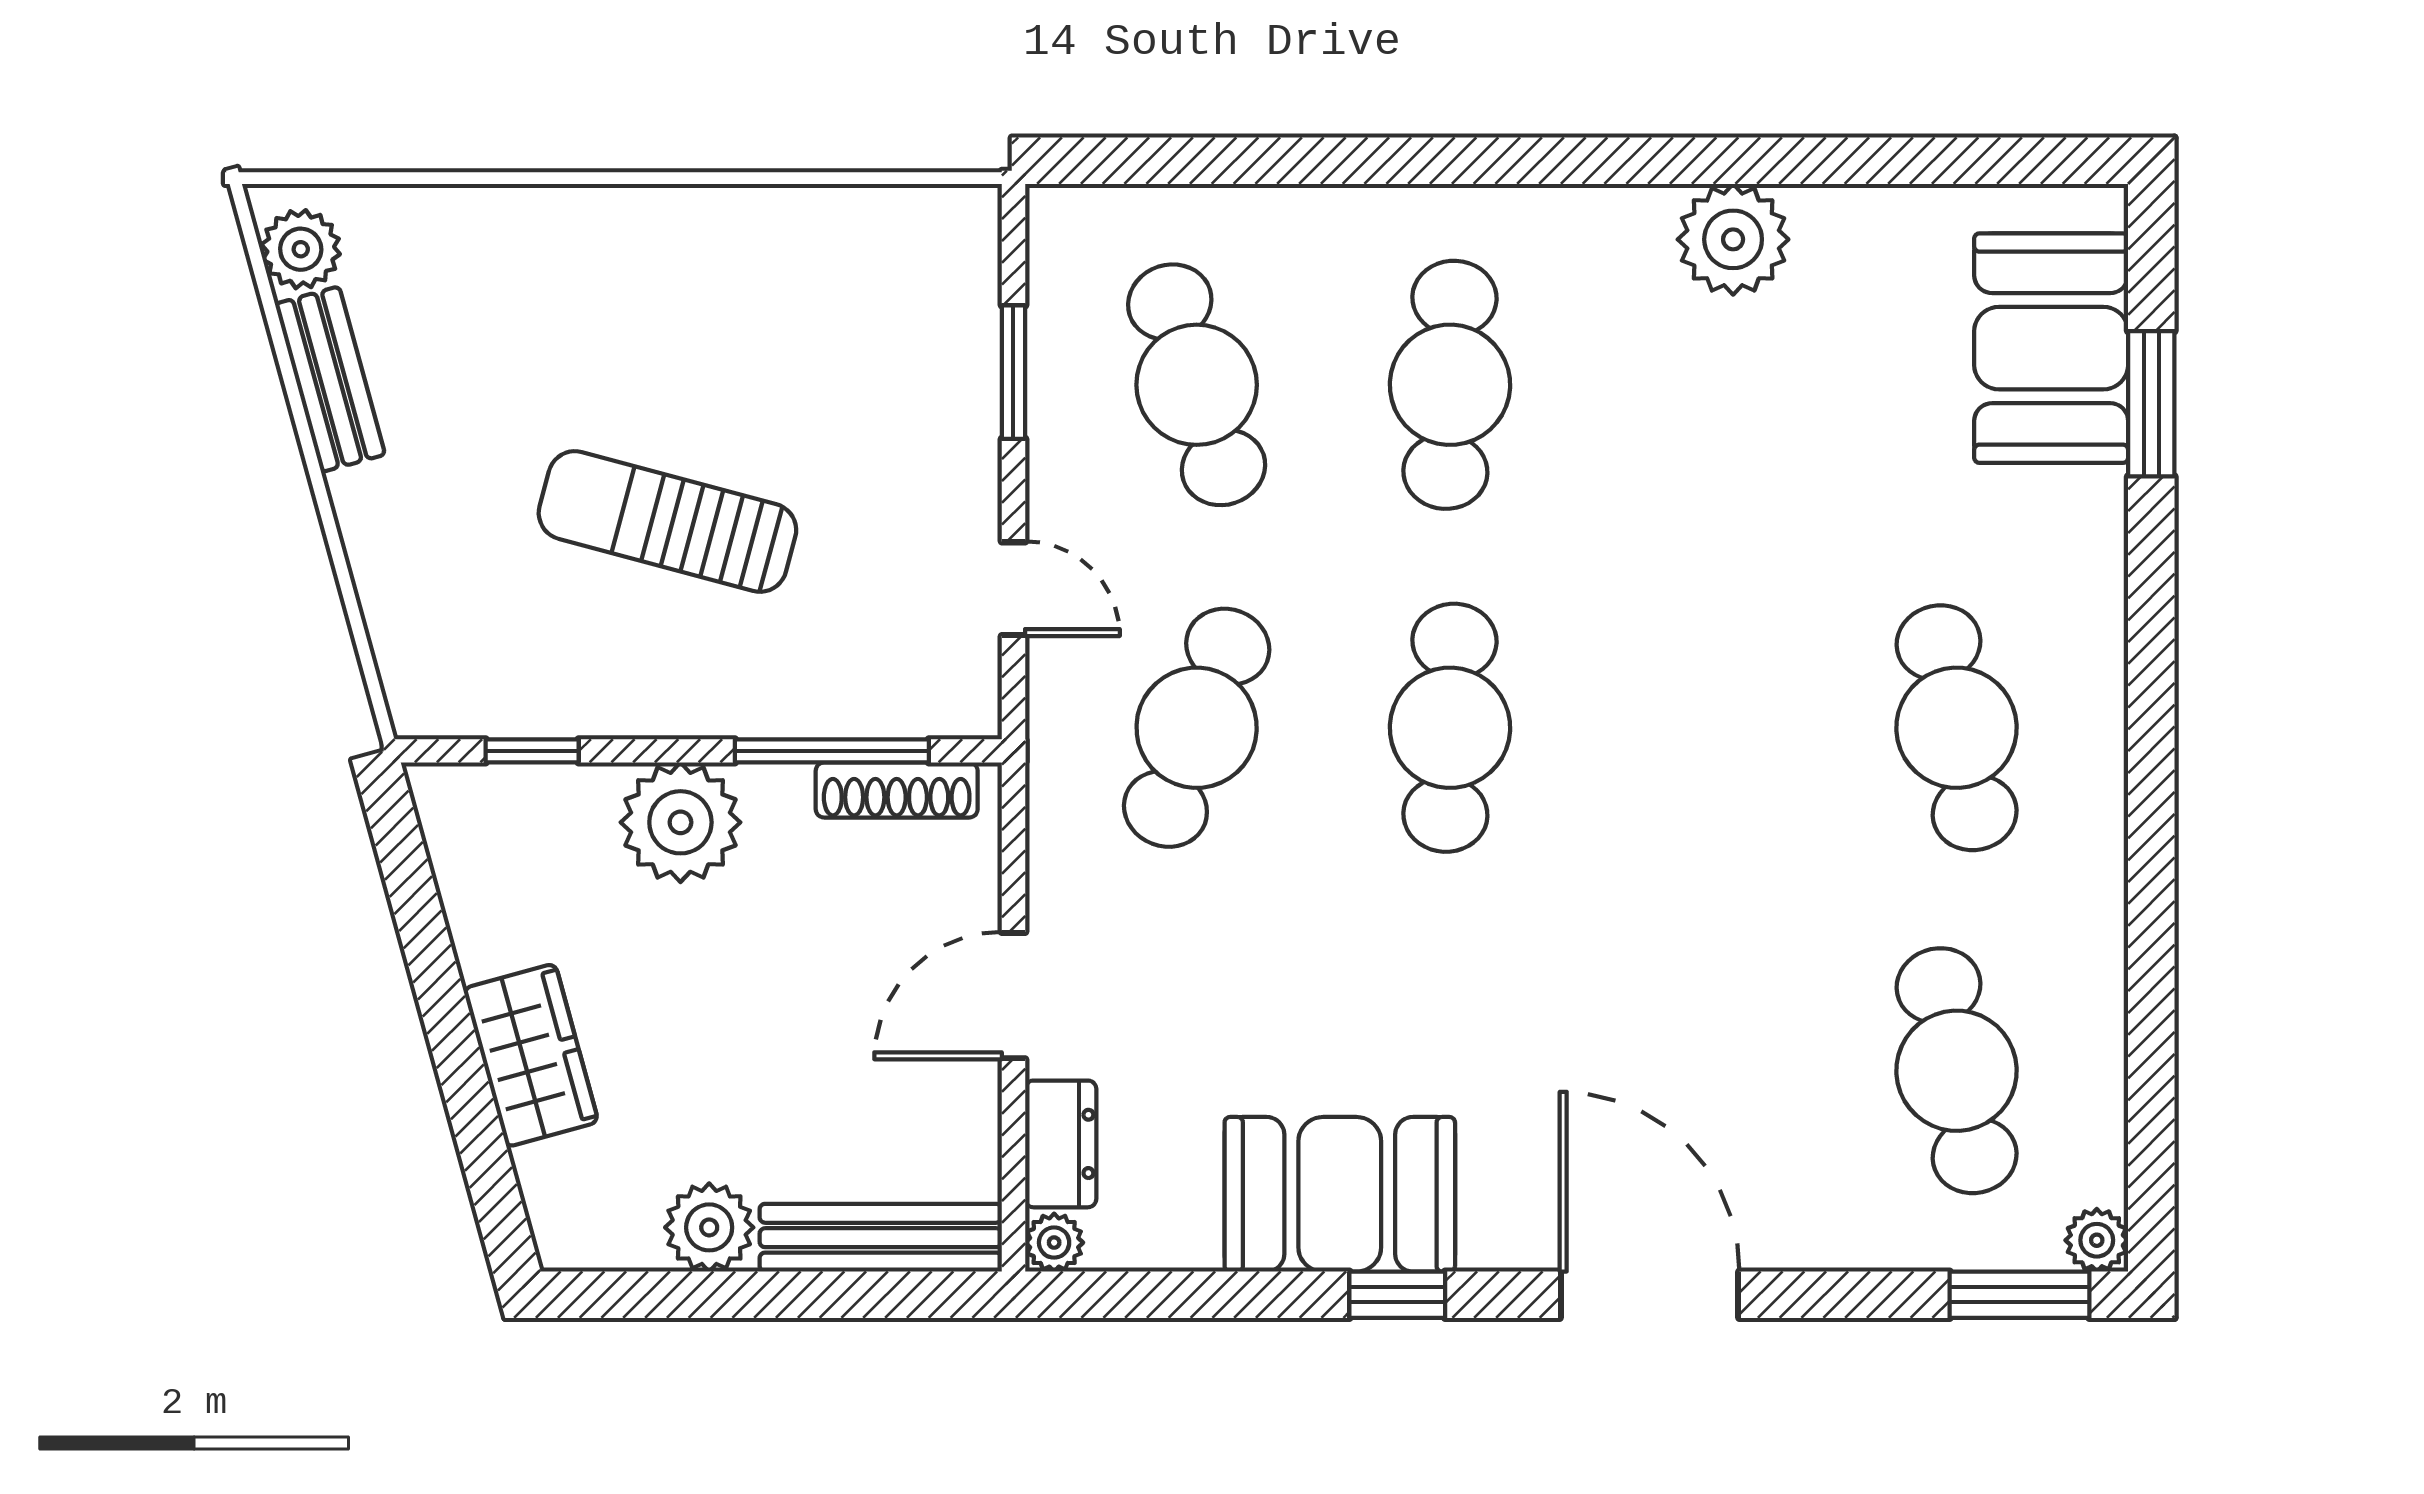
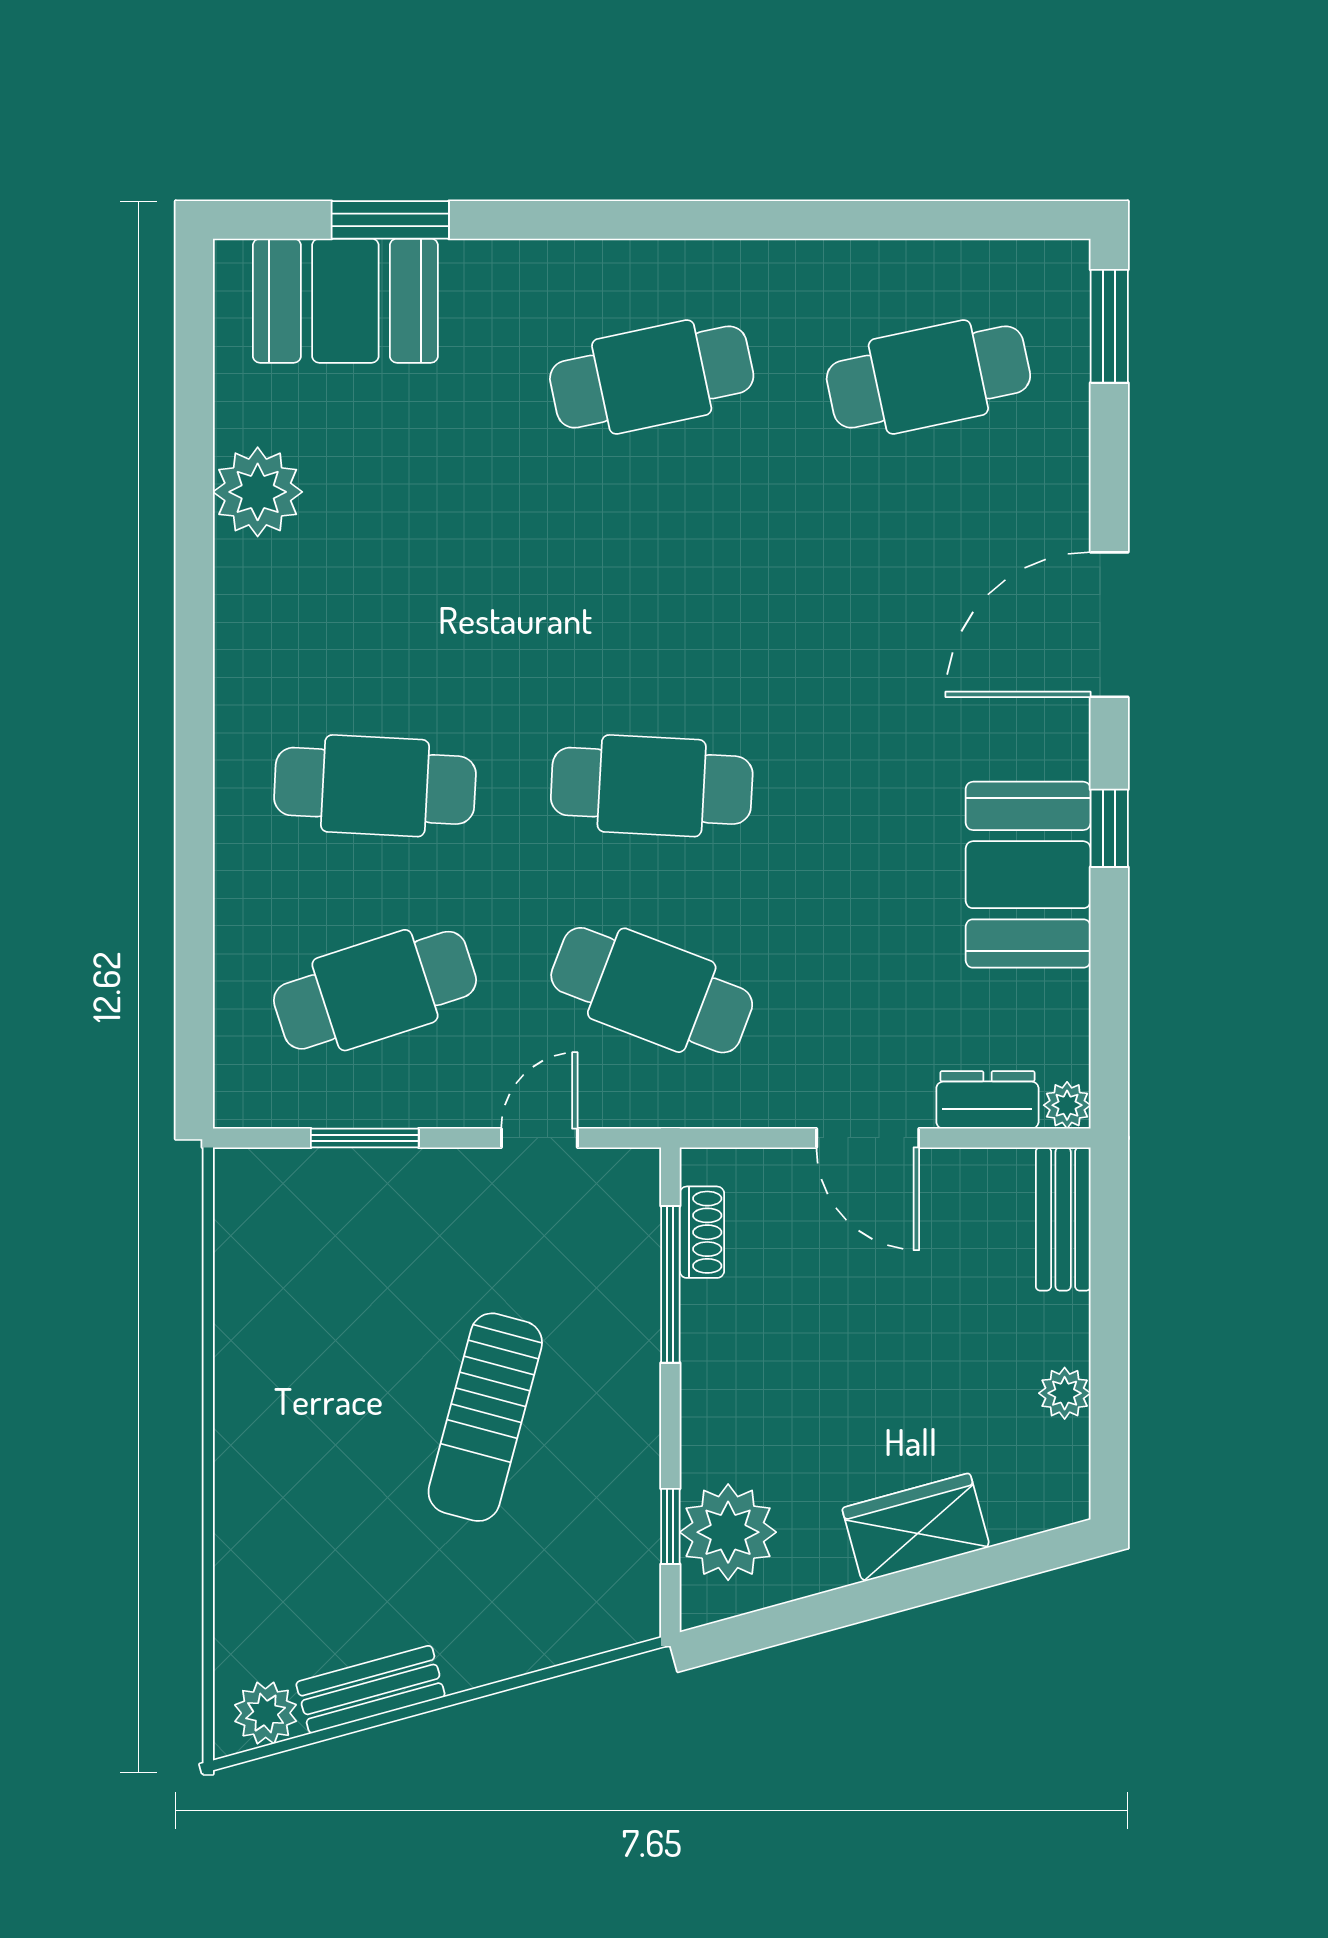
plant: (1733, 239) -> (258, 492), moved
shoe rack: (897, 790) -> (702, 1232), width x0.70
plant: (680, 822) -> (728, 1532), moved
plant: (709, 1227) -> (1065, 1393), width x0.73, depth x0.73
bench: (881, 1238) -> (1063, 1219), width x0.73
plant: (2097, 1240) -> (1065, 264), removed

